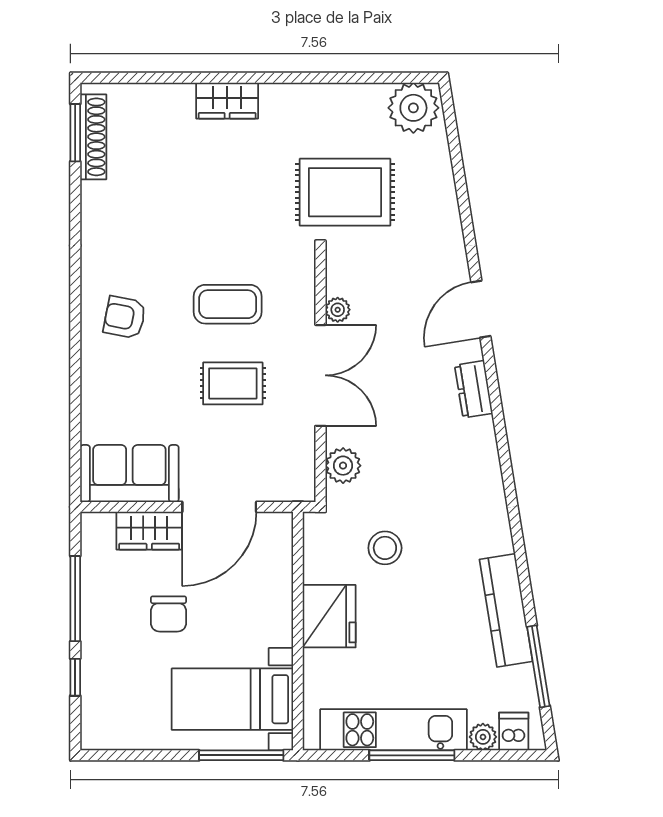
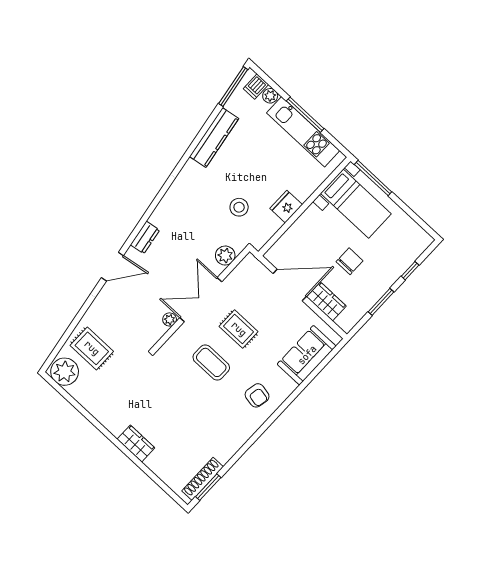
rug: (345, 192) -> (92, 348), moved, width x0.73, depth x0.70
sofa: (129, 474) -> (307, 355), moved, turned 90
window: (75, 599) -> (381, 302), width x0.69
fridge: (329, 616) -> (286, 207), width x0.73, depth x0.75
window: (538, 666) -> (233, 87), moved

